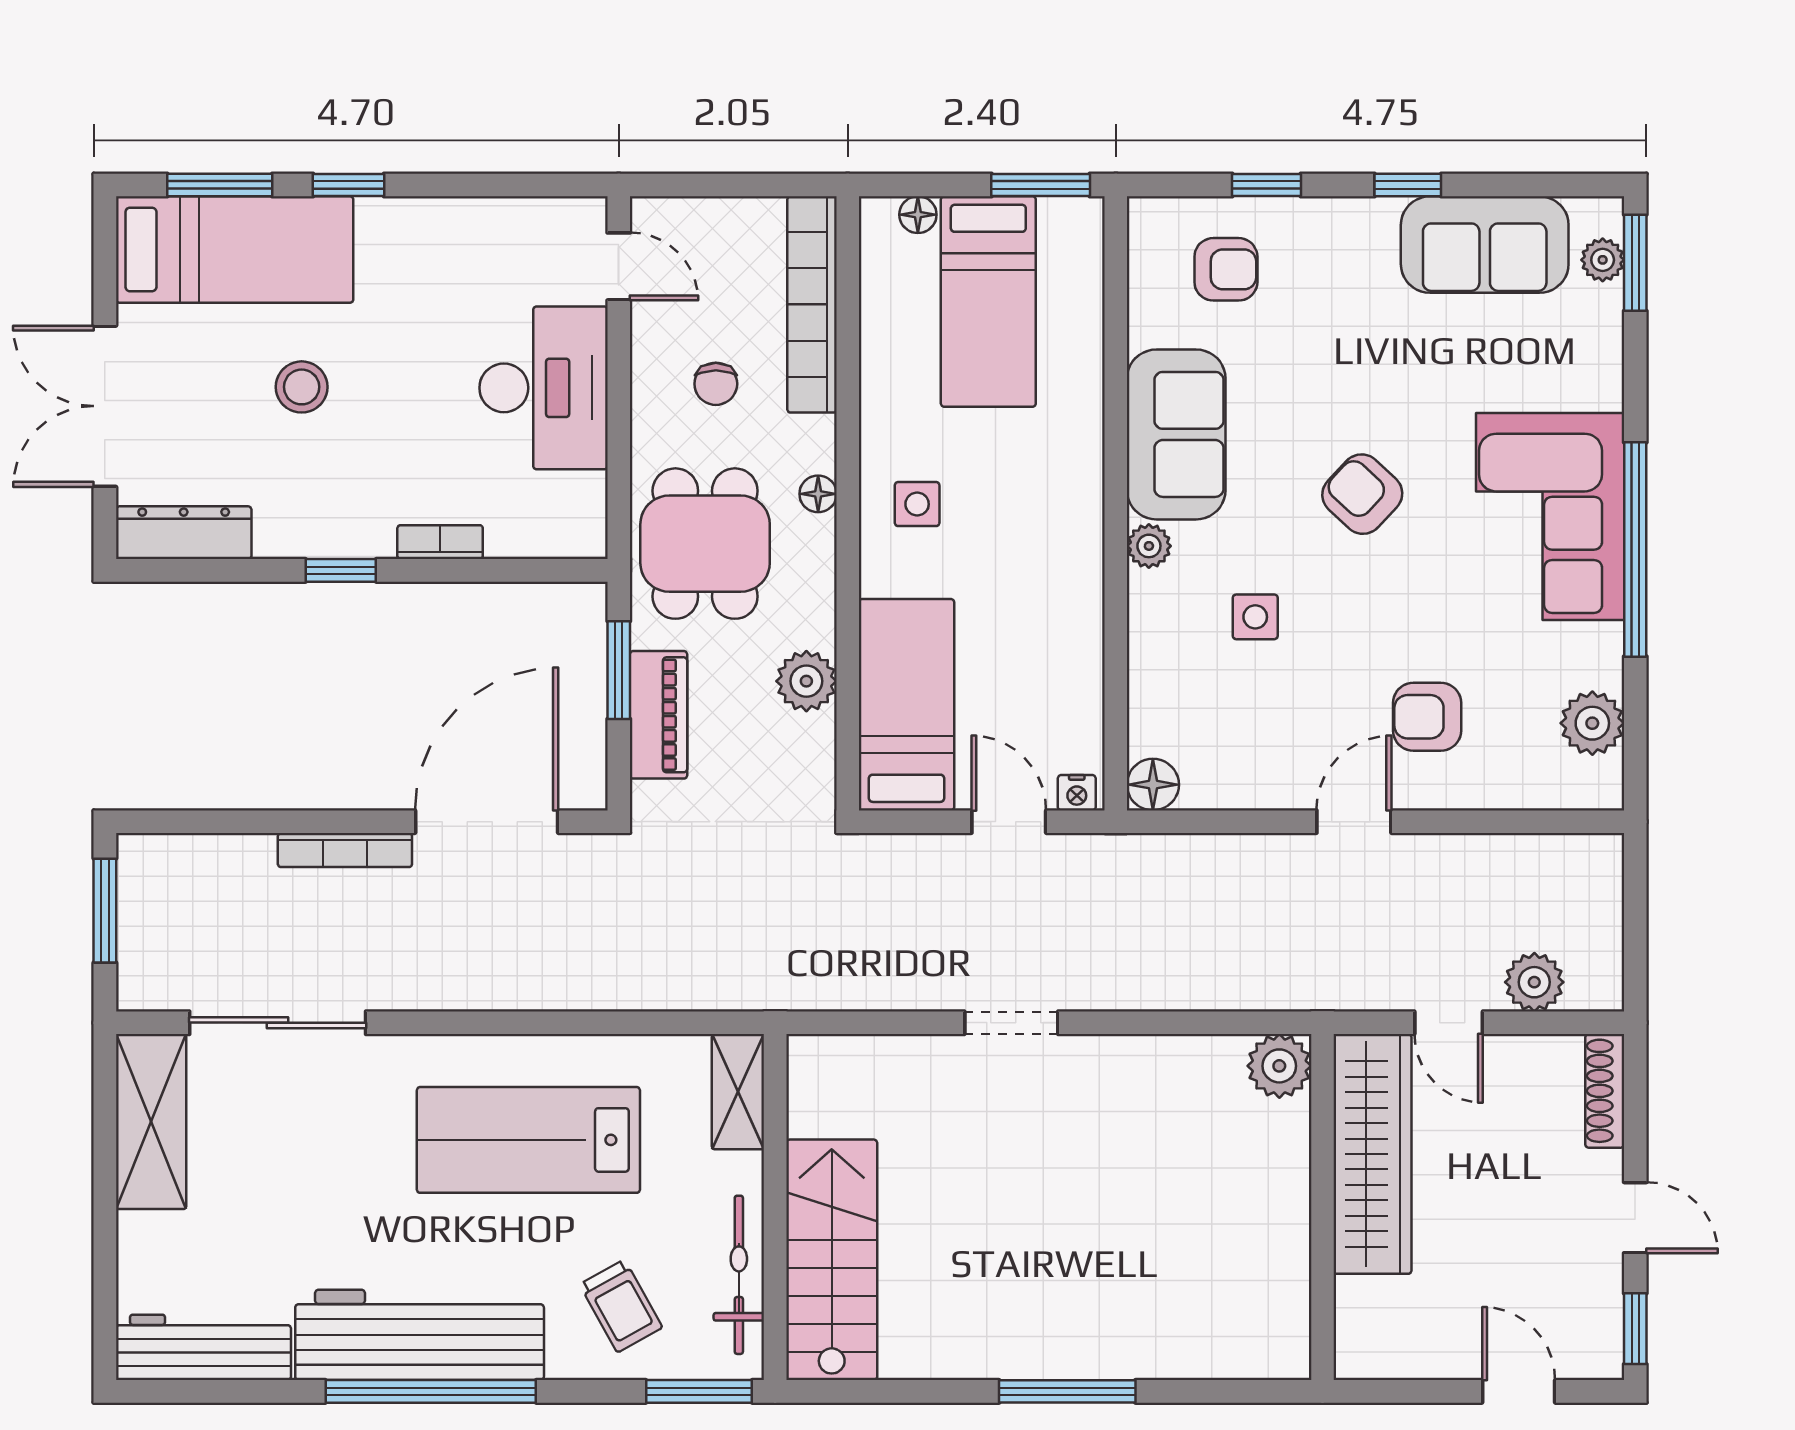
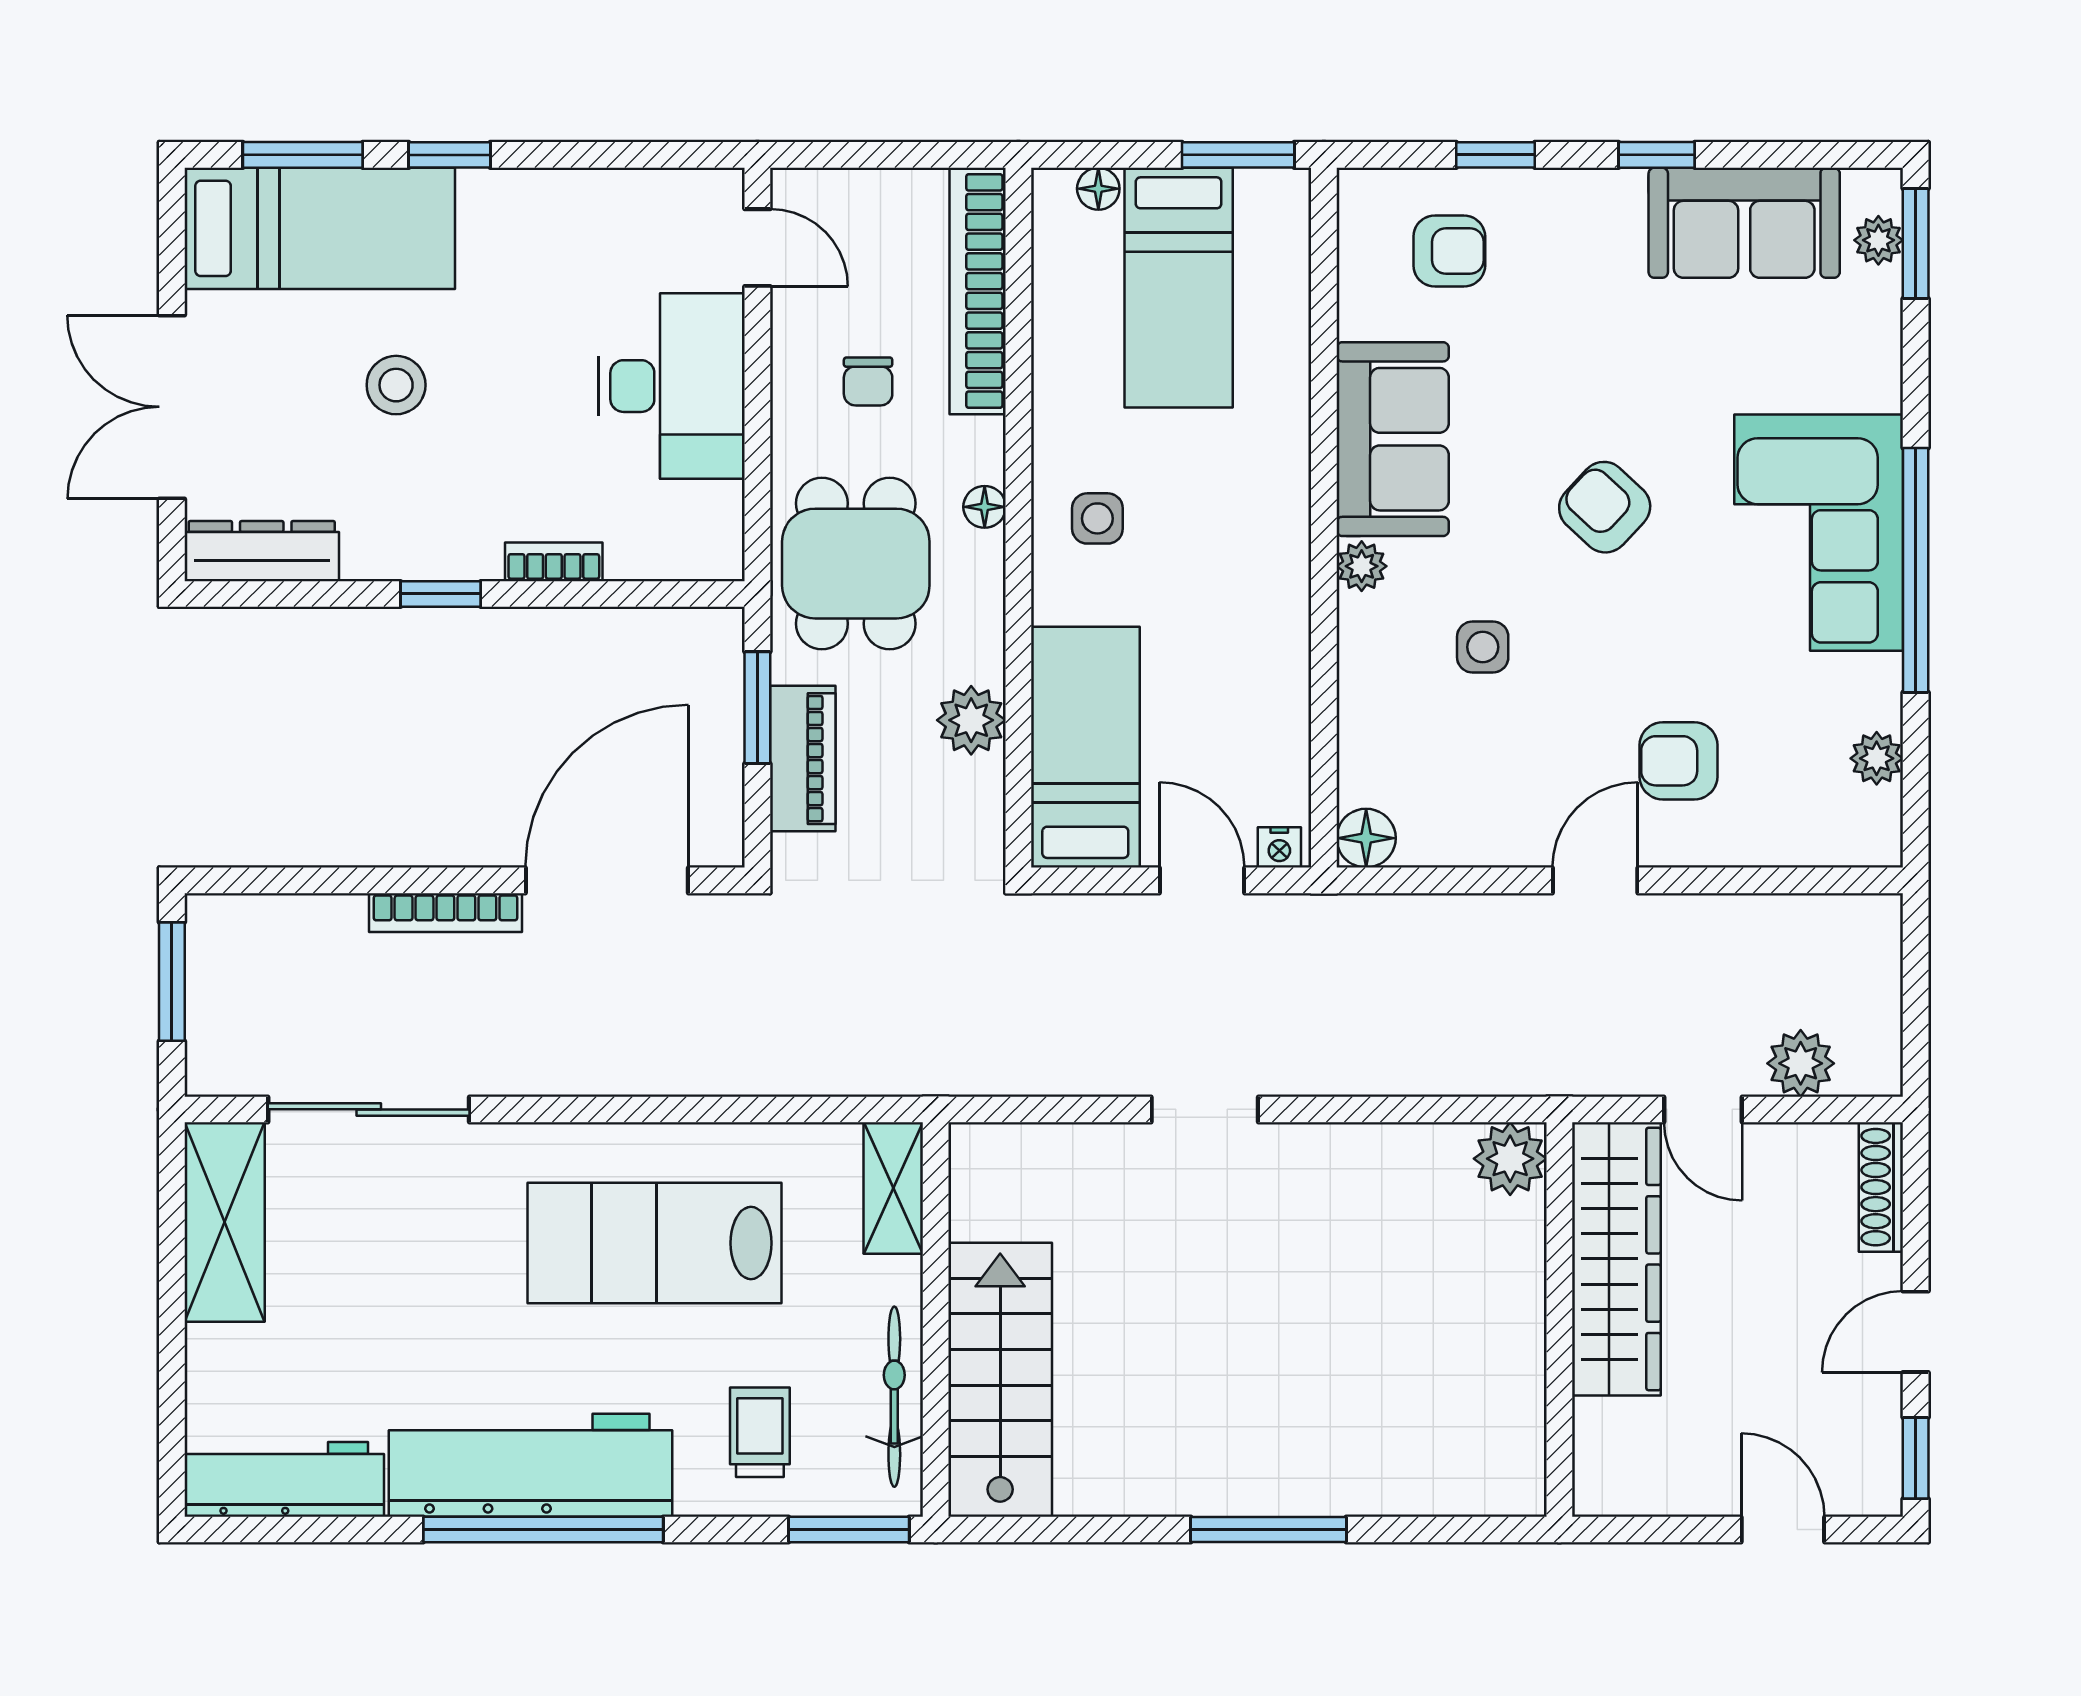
plant: (1592, 723) -> (1877, 758), width x0.73, depth x0.73
door: (1635, 1218) -> (1916, 1332), swing flipped
trolley: (621, 1306) -> (760, 1432), turned -151

